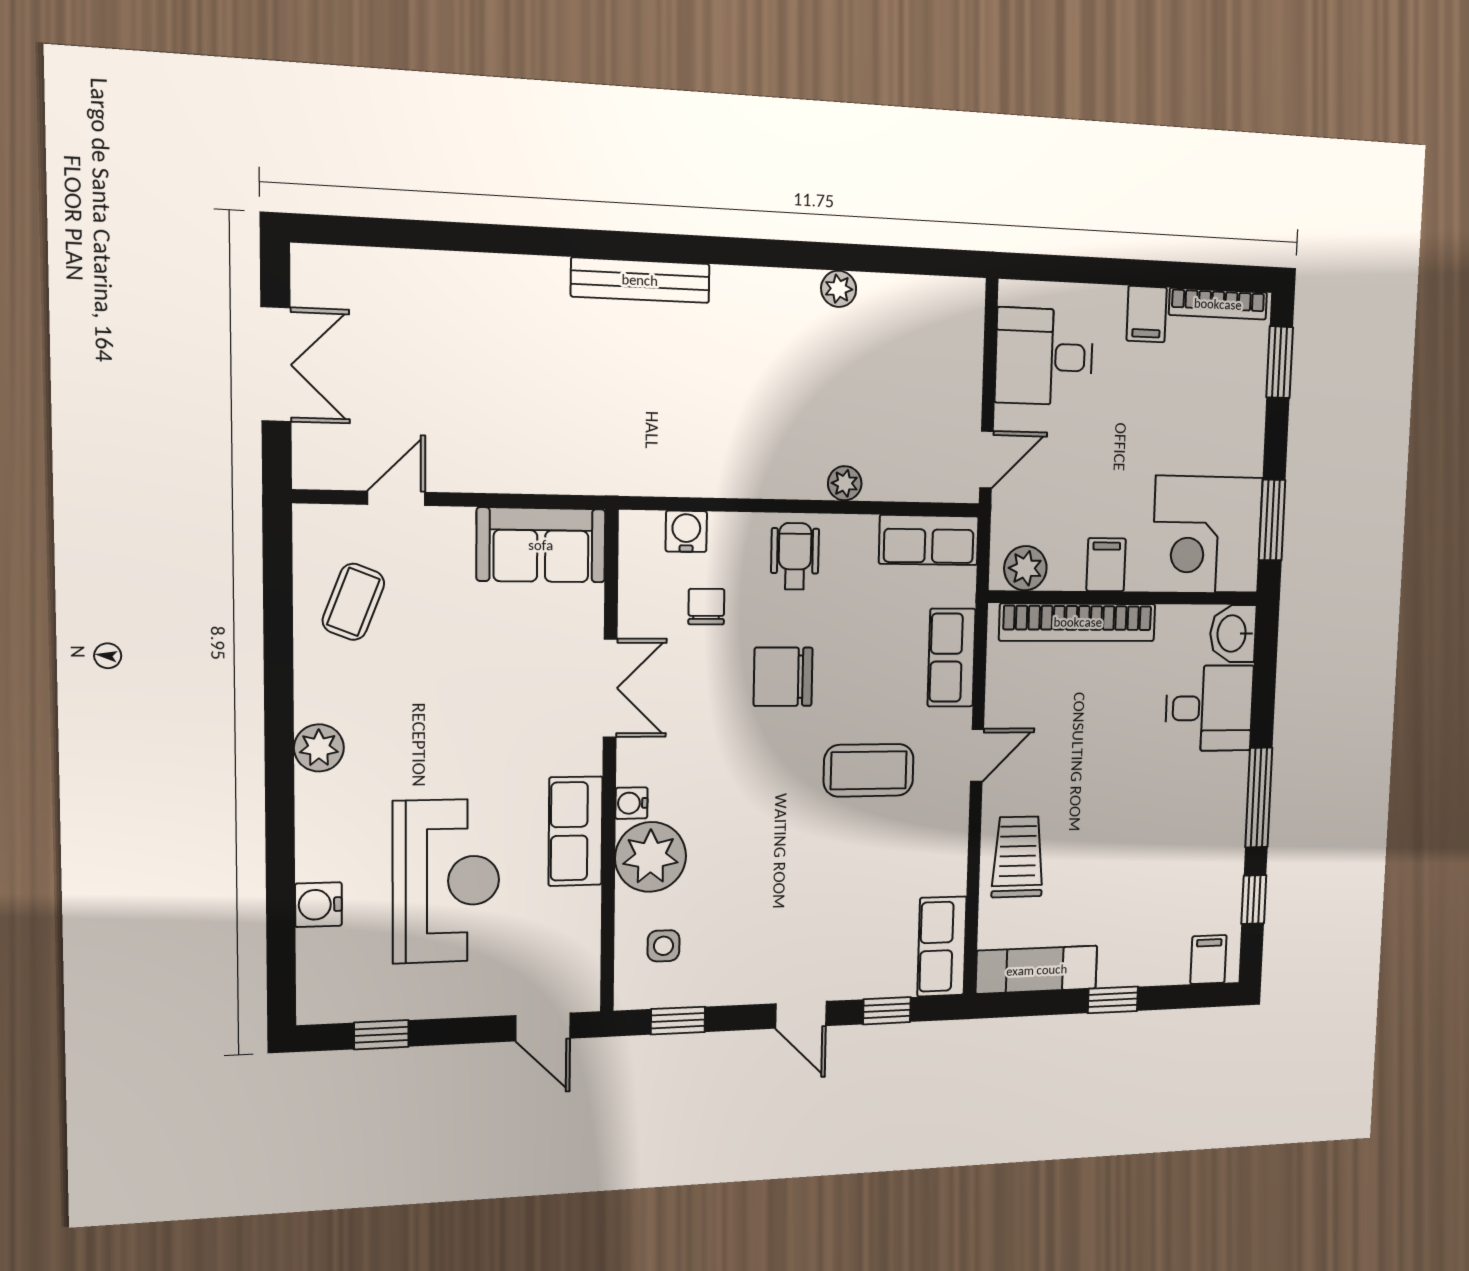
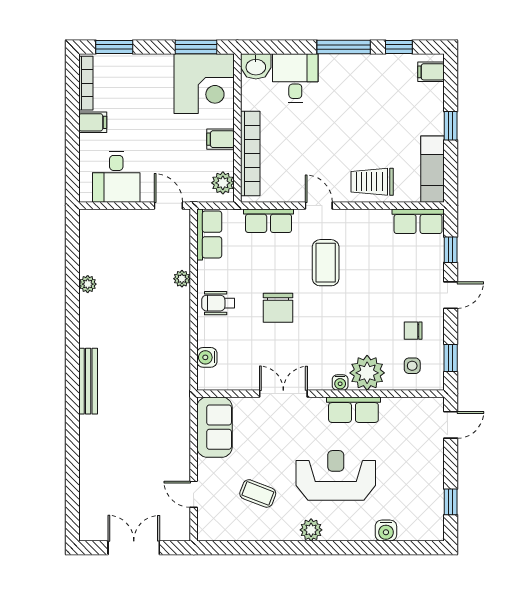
coffee table: (353, 602) -> (258, 493), moved
chair: (706, 607) -> (413, 331), moved
reception desk: (446, 881) -> (336, 475), moved

